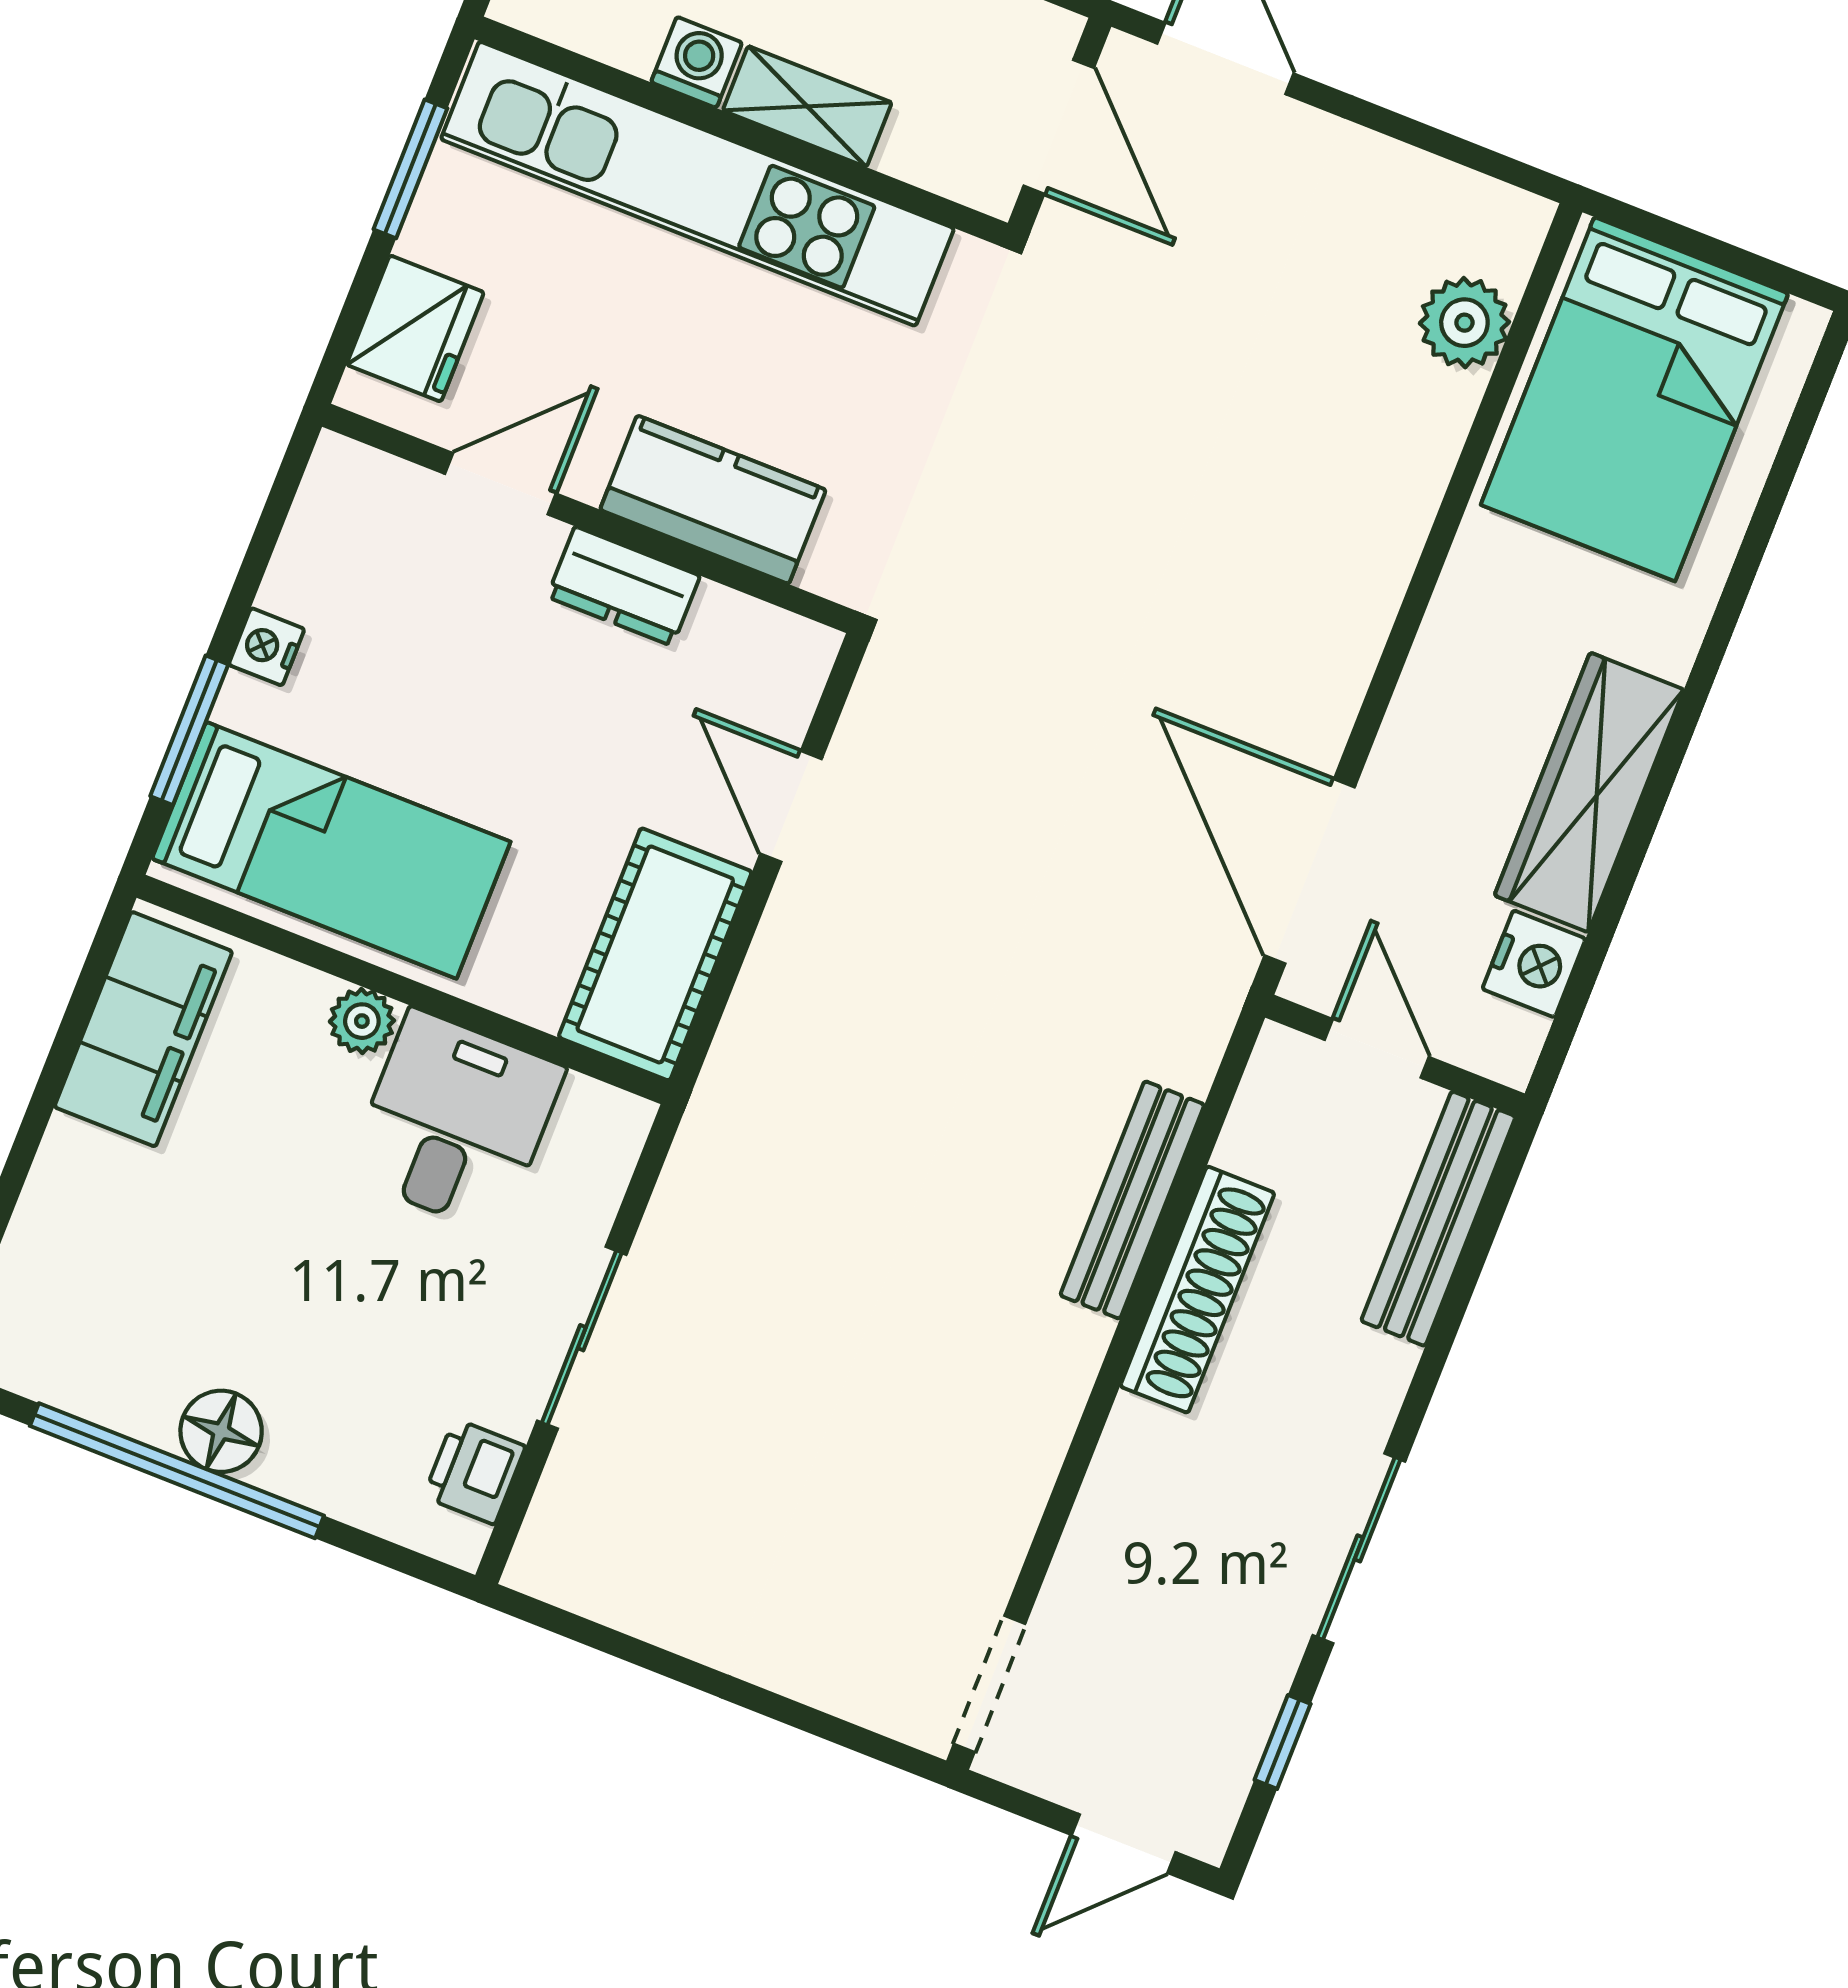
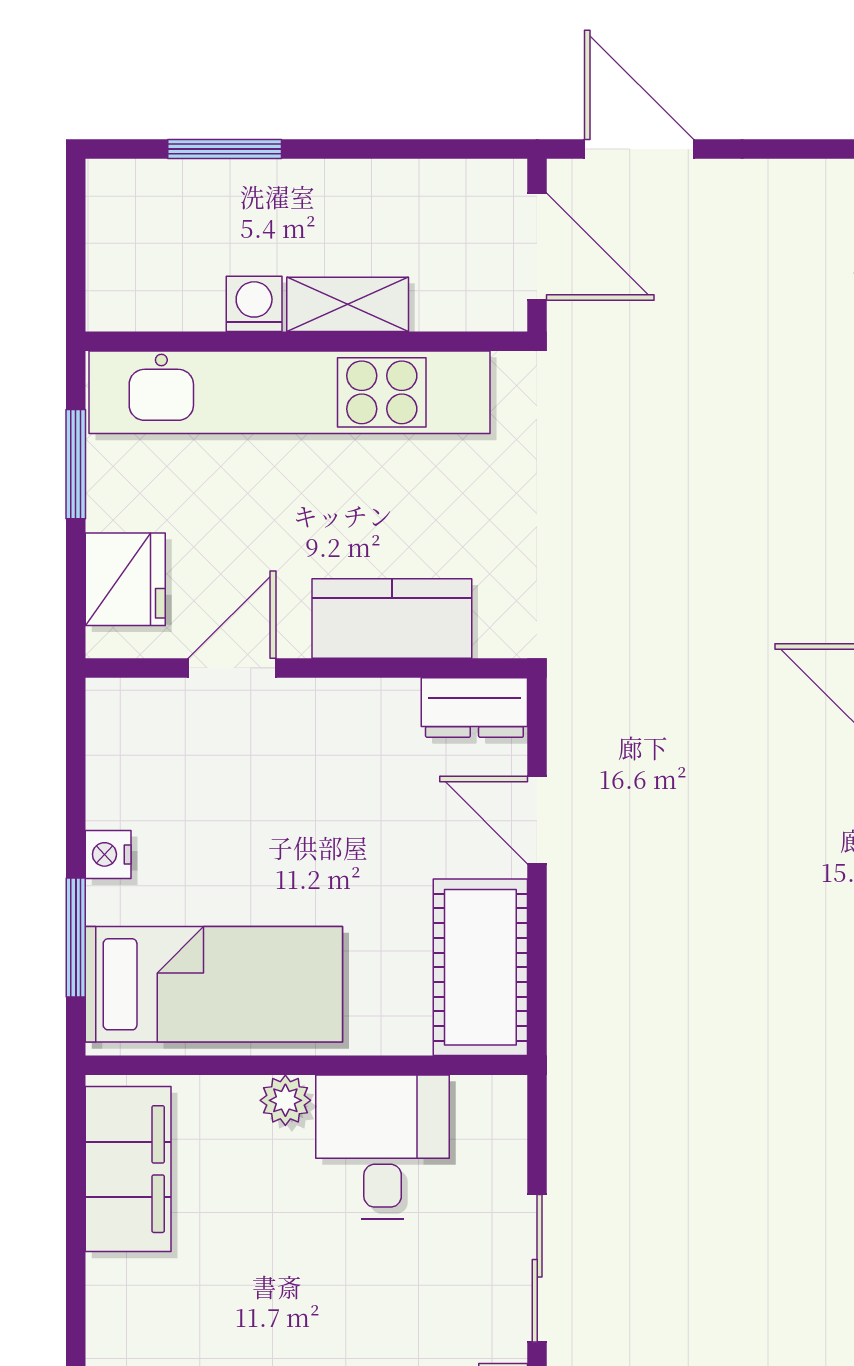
dresser: (624, 586) -> (474, 708), moved

